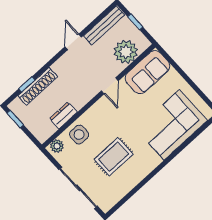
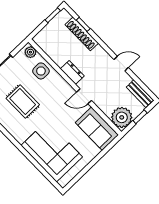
bench: (104, 25) -> (140, 94), width x0.73
plant: (126, 52) -> (122, 117), moved
dresser: (63, 115) -> (72, 72), moved

